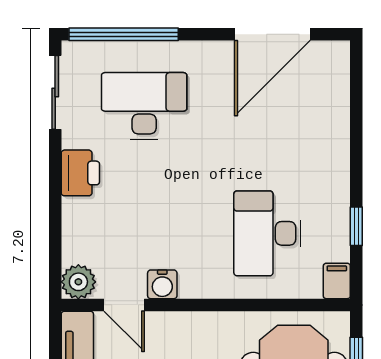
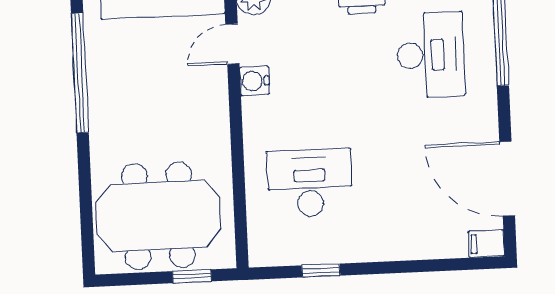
filing cabinet: (337, 281) -> (486, 244), moved, turned 180

